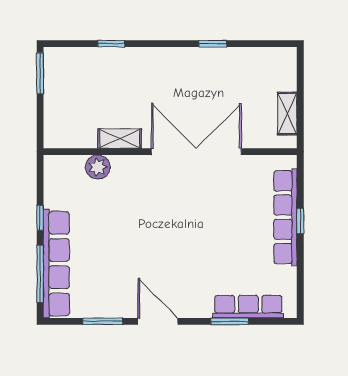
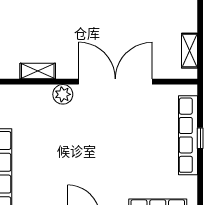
shelving: (120, 139) -> (38, 71), moved
plant: (98, 167) -> (63, 94), moved

